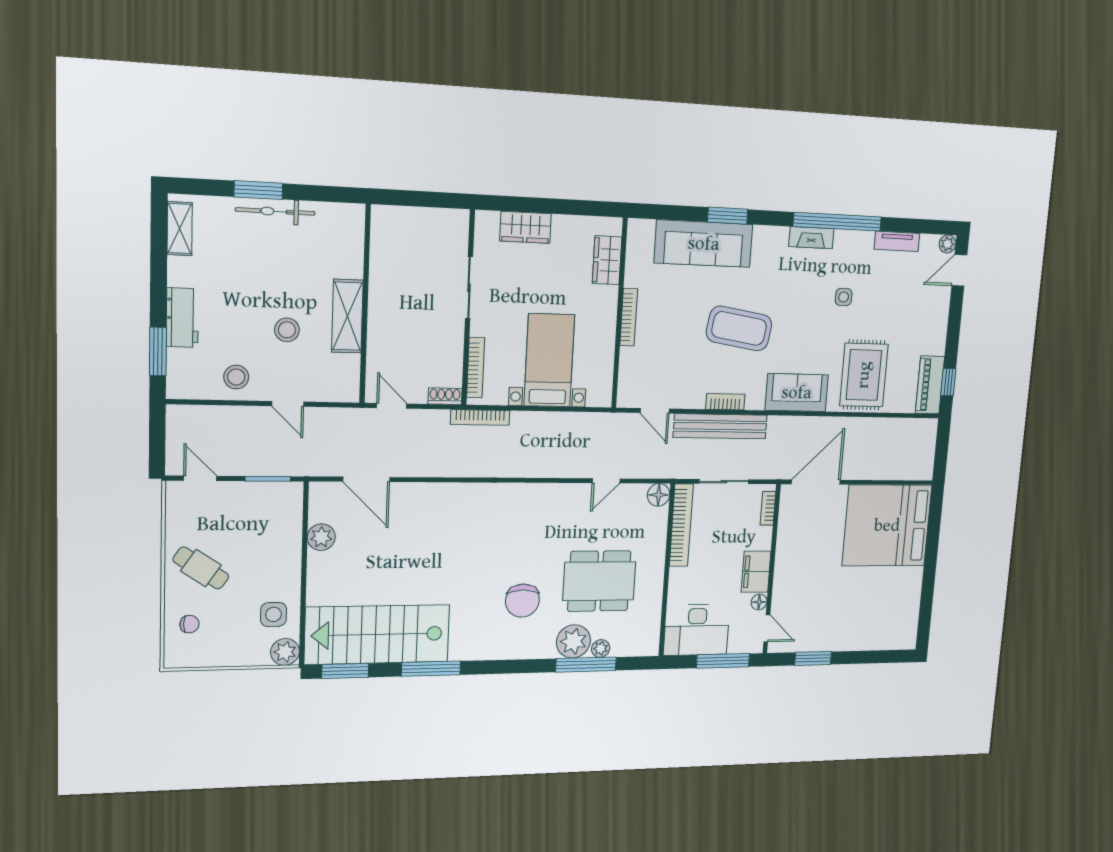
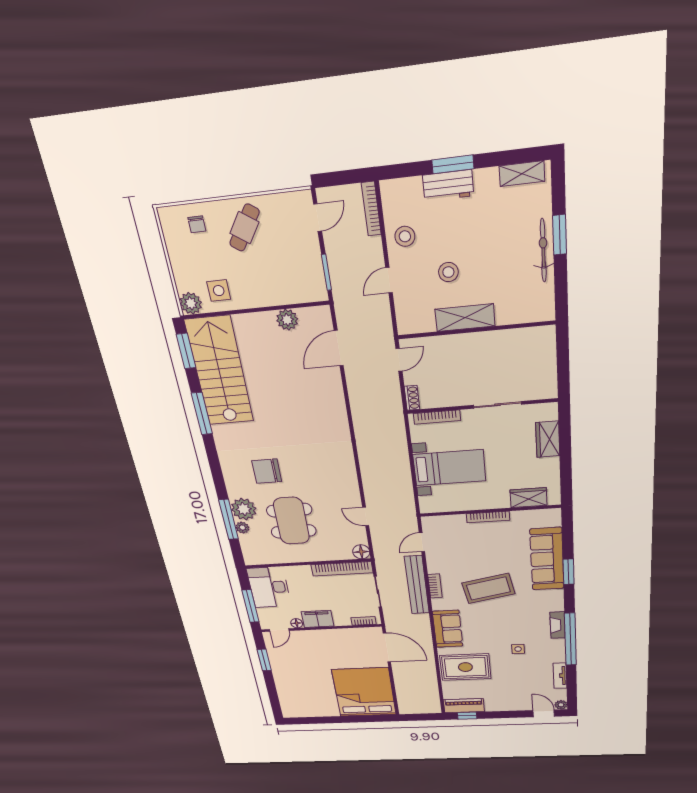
coffee table: (739, 328) -> (488, 588), turned 70
window: (158, 351) -> (453, 164), moved
bookcase: (480, 417) -> (371, 209), moved

